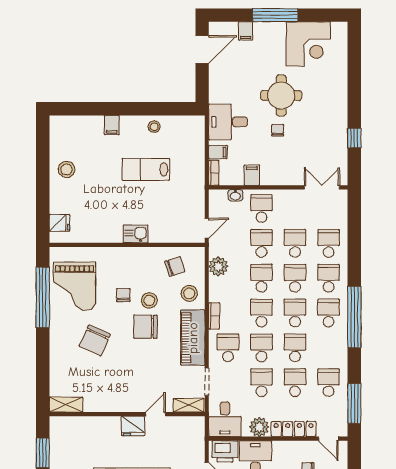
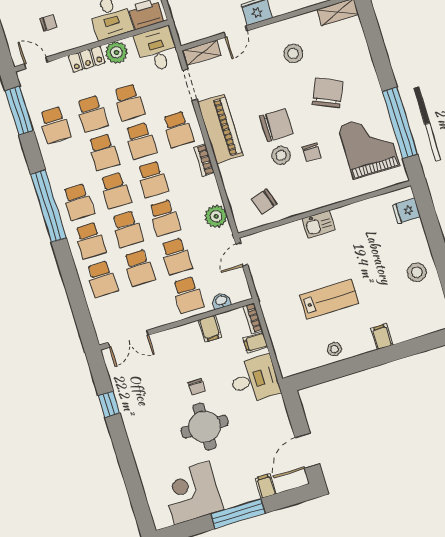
stool: (189, 293) -> (293, 53), moved
locker: (294, 429) -> (87, 59), width x0.66

